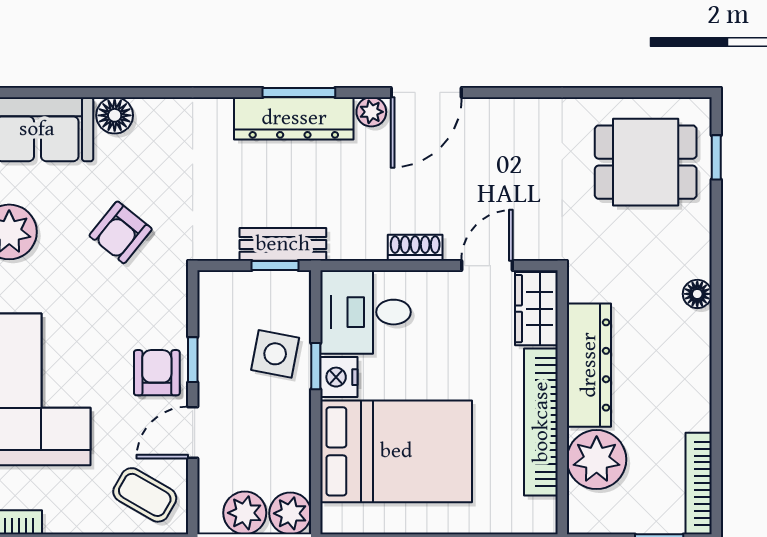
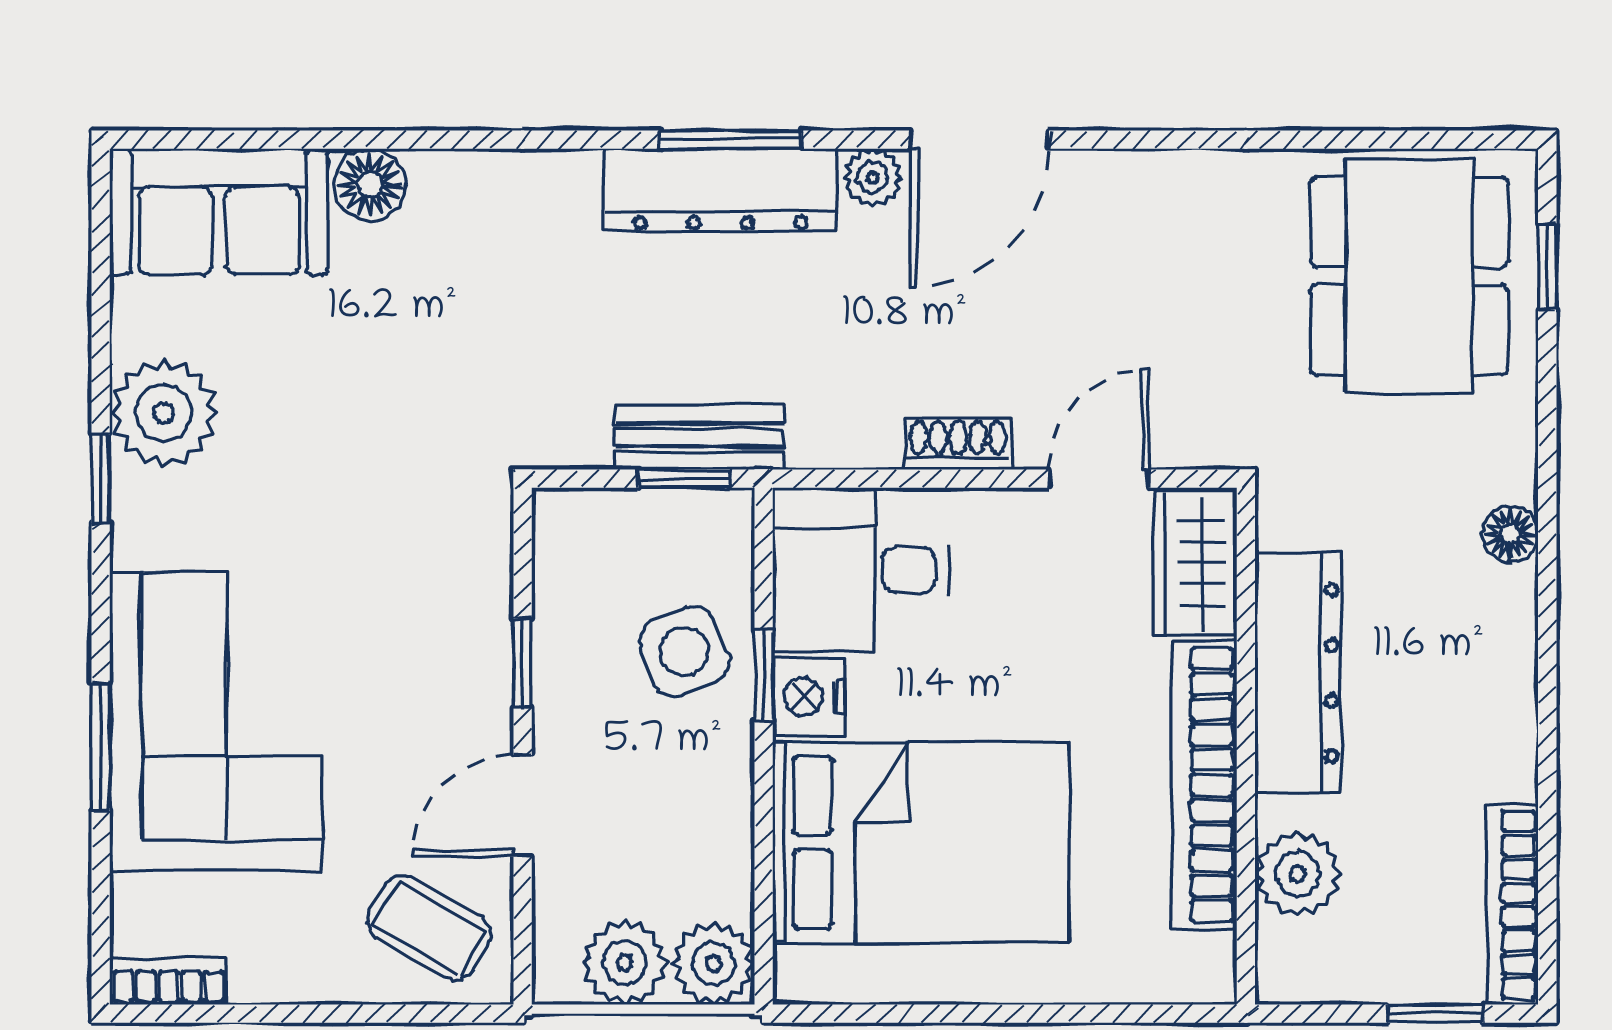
dining table: (646, 162) -> (1409, 276), width x1.38
armchair: (121, 232) -> (382, 414), removed
side table: (275, 354) -> (684, 651), turned -34
armchair: (157, 373) -> (452, 688), removed
plant: (597, 460) -> (1298, 874), width x0.73, depth x0.73

